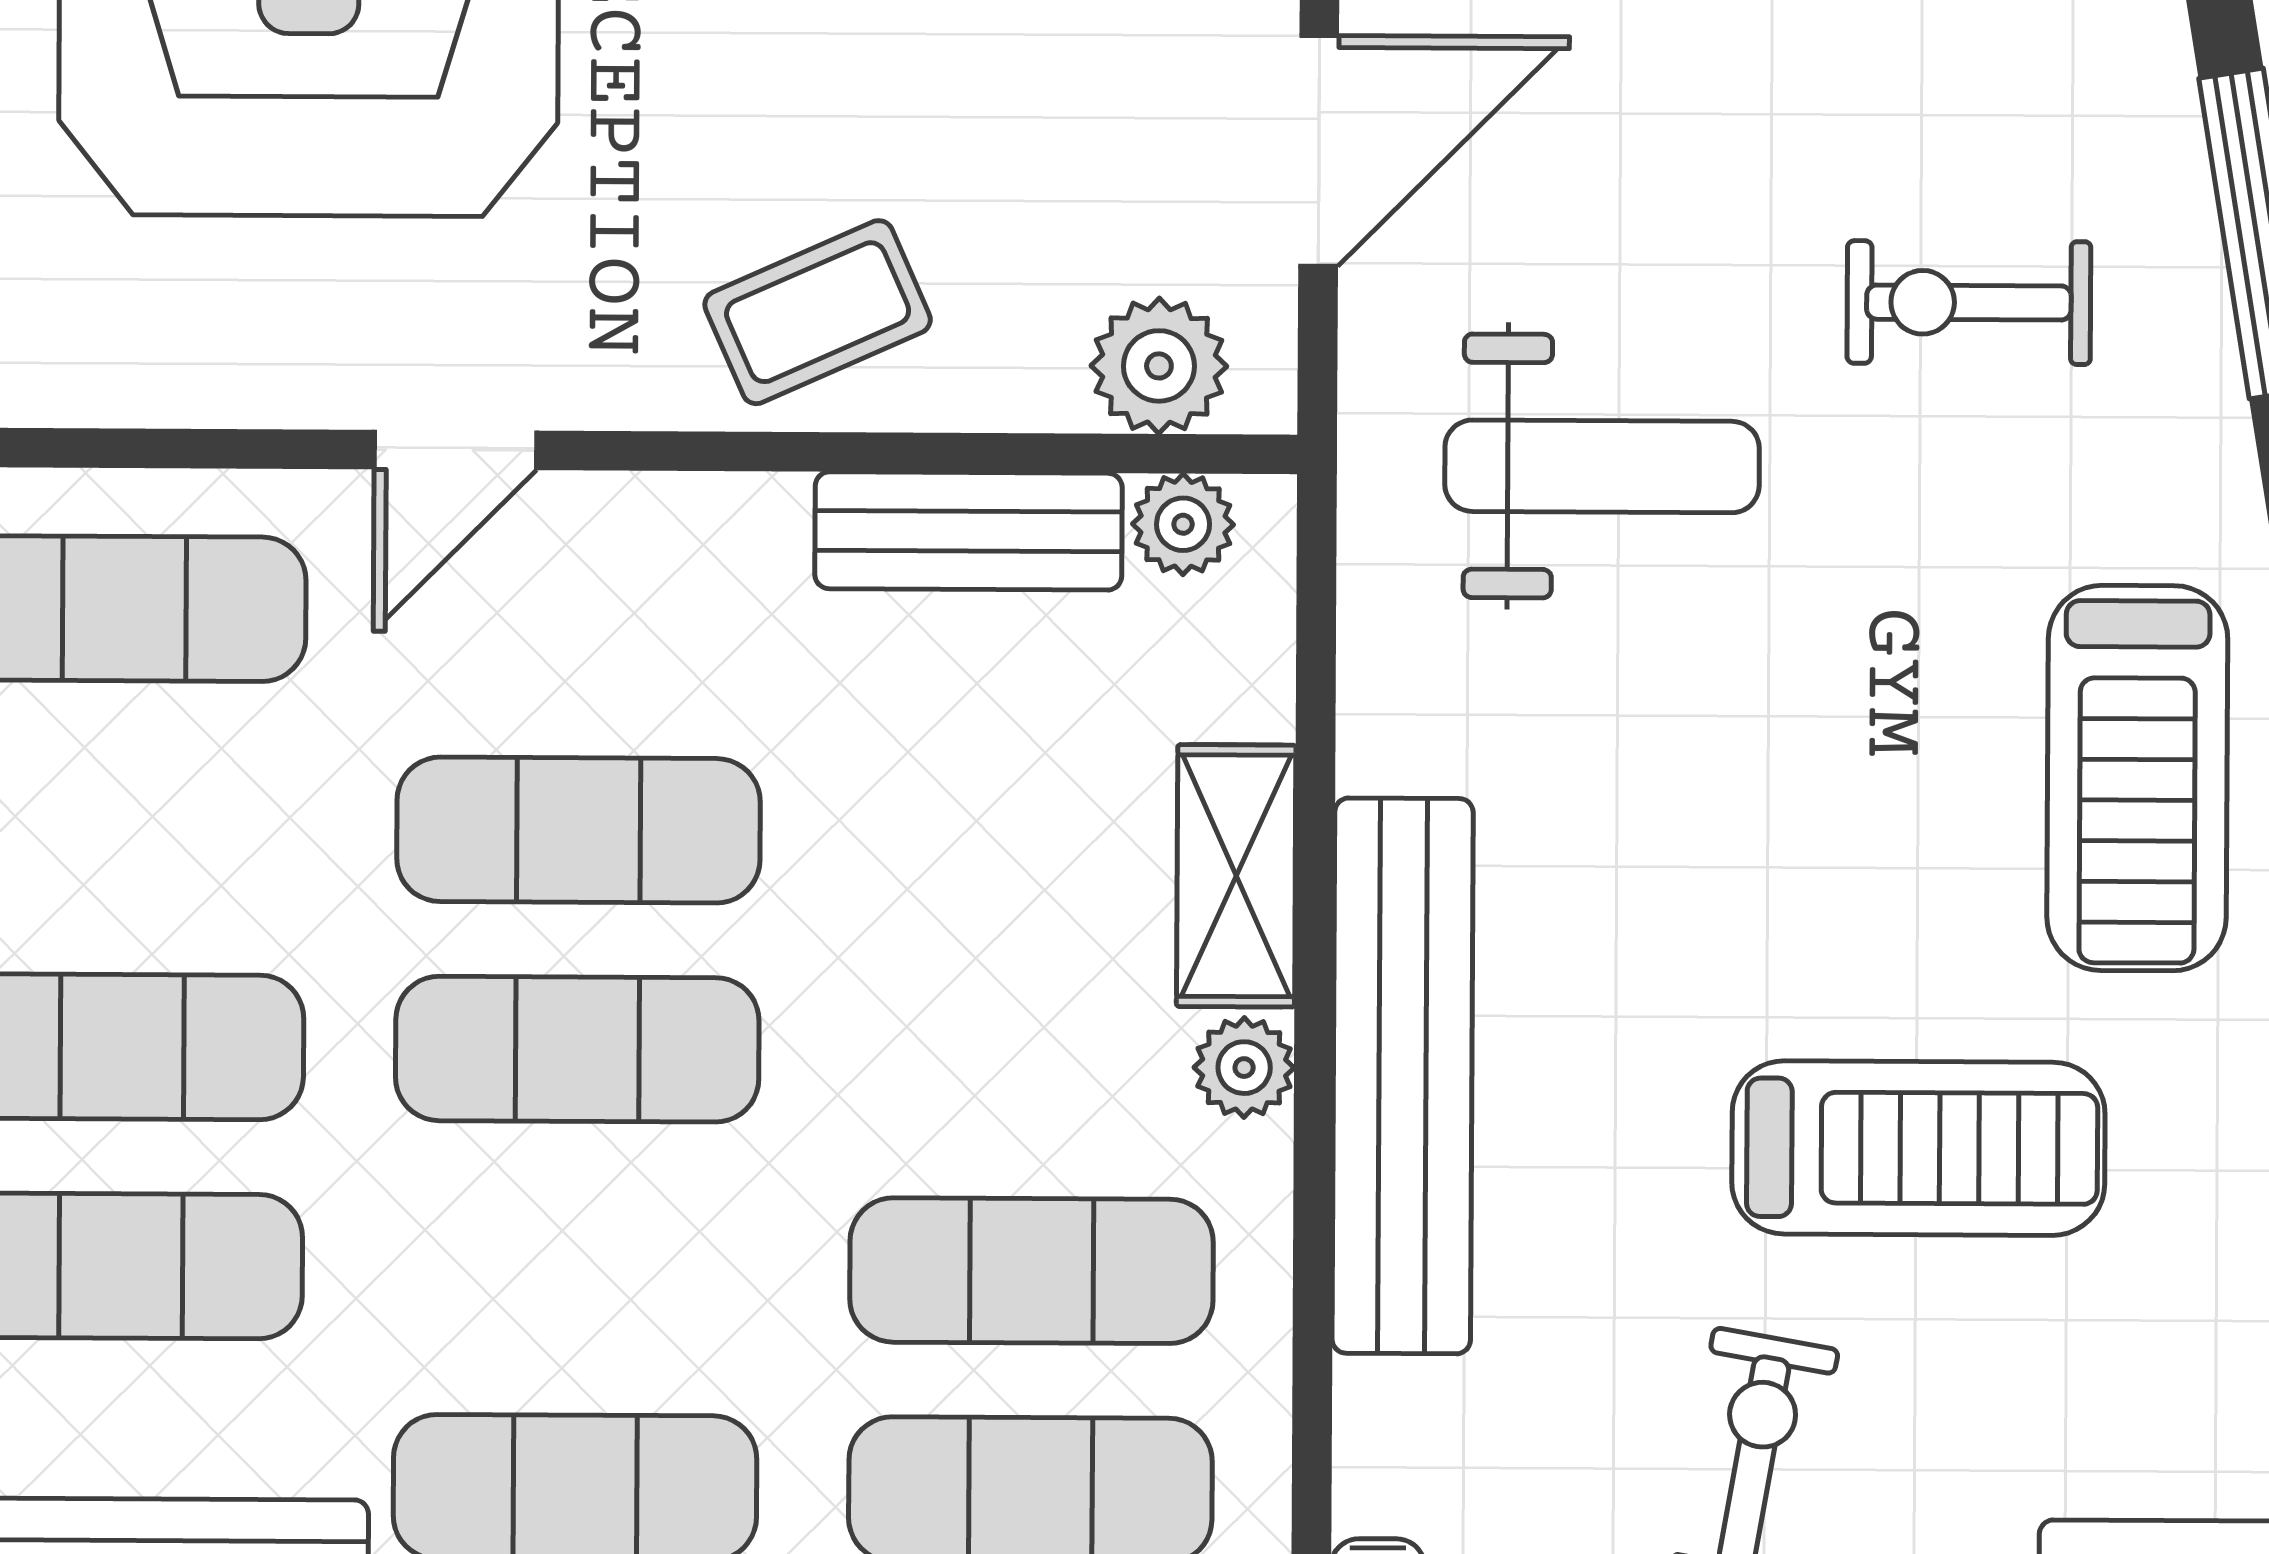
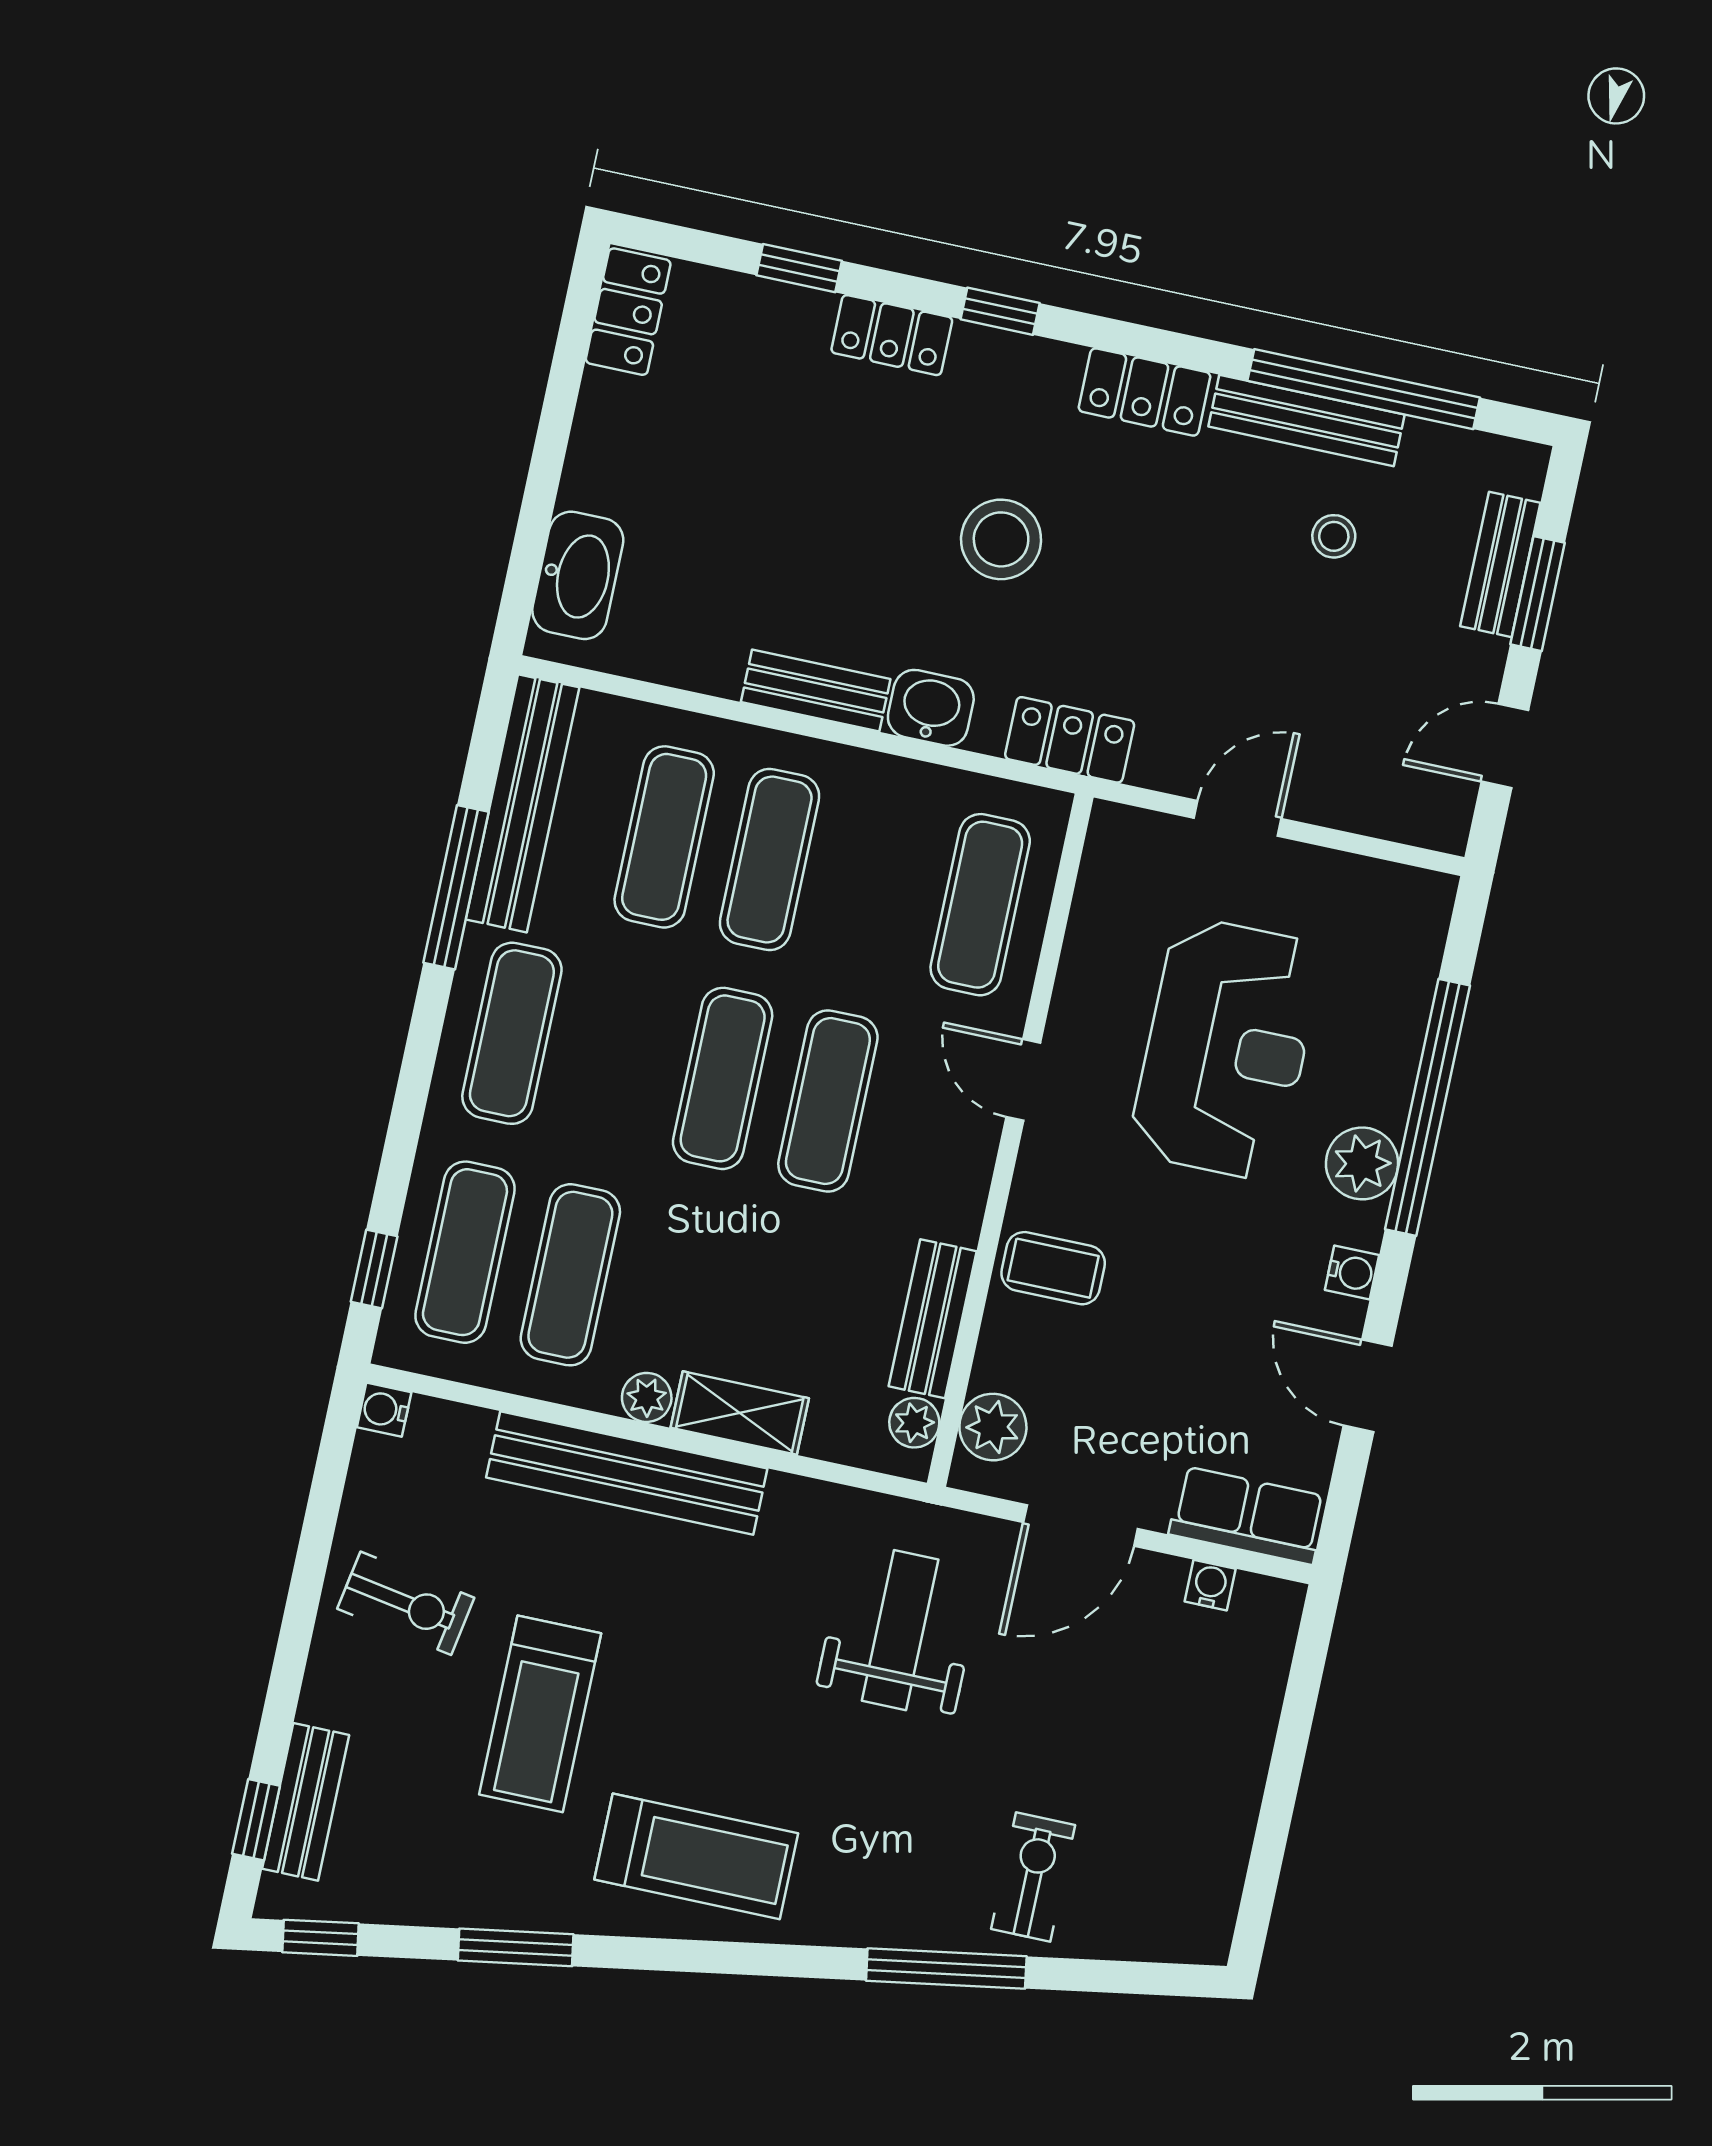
door: (1319, 151) -> (1080, 1526), hinge flipped
exercise bike: (1969, 303) -> (1033, 1877), moved
coffee table: (818, 312) -> (1053, 1268), turned -66
weight bench: (1602, 466) -> (900, 1630), turned 180
treadmill: (2137, 778) -> (696, 1856), turned 180

